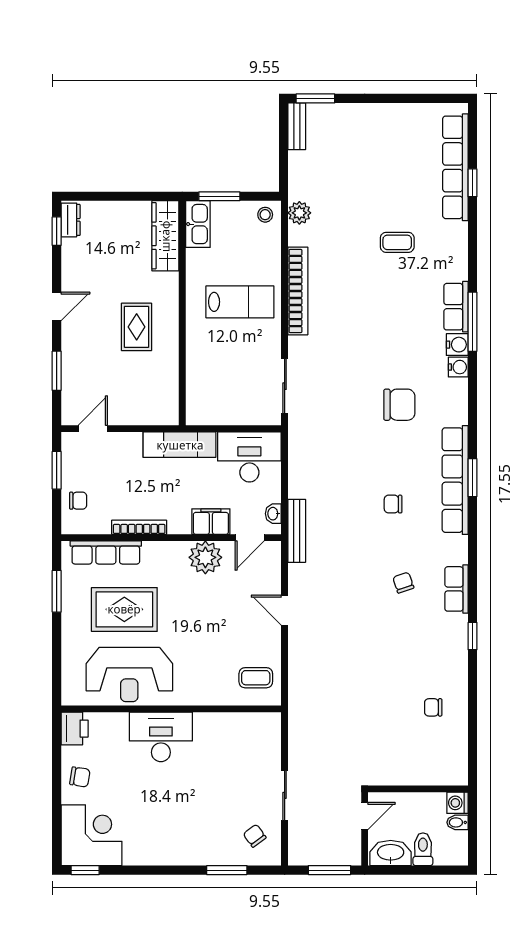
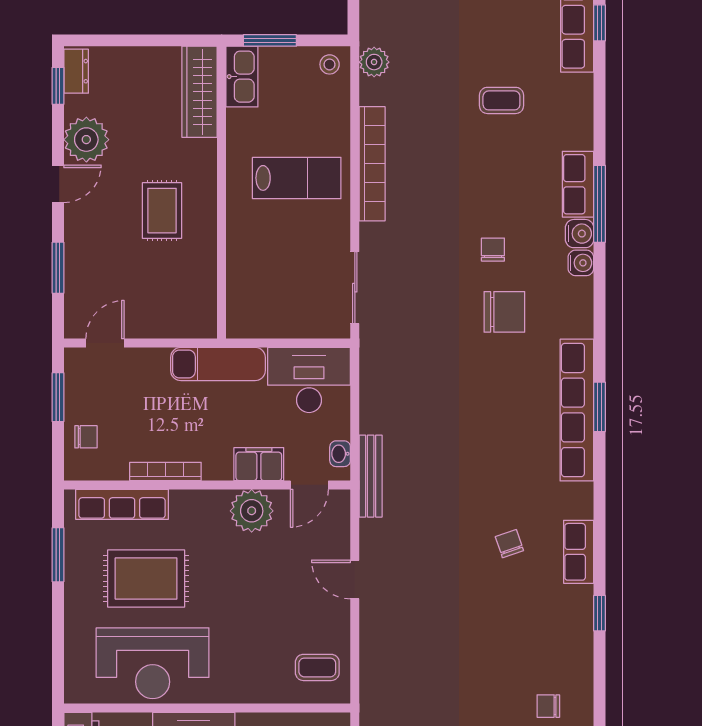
plant: (78, 272) -> (86, 140), added
chair: (393, 504) -> (493, 250), moved, turned 90

